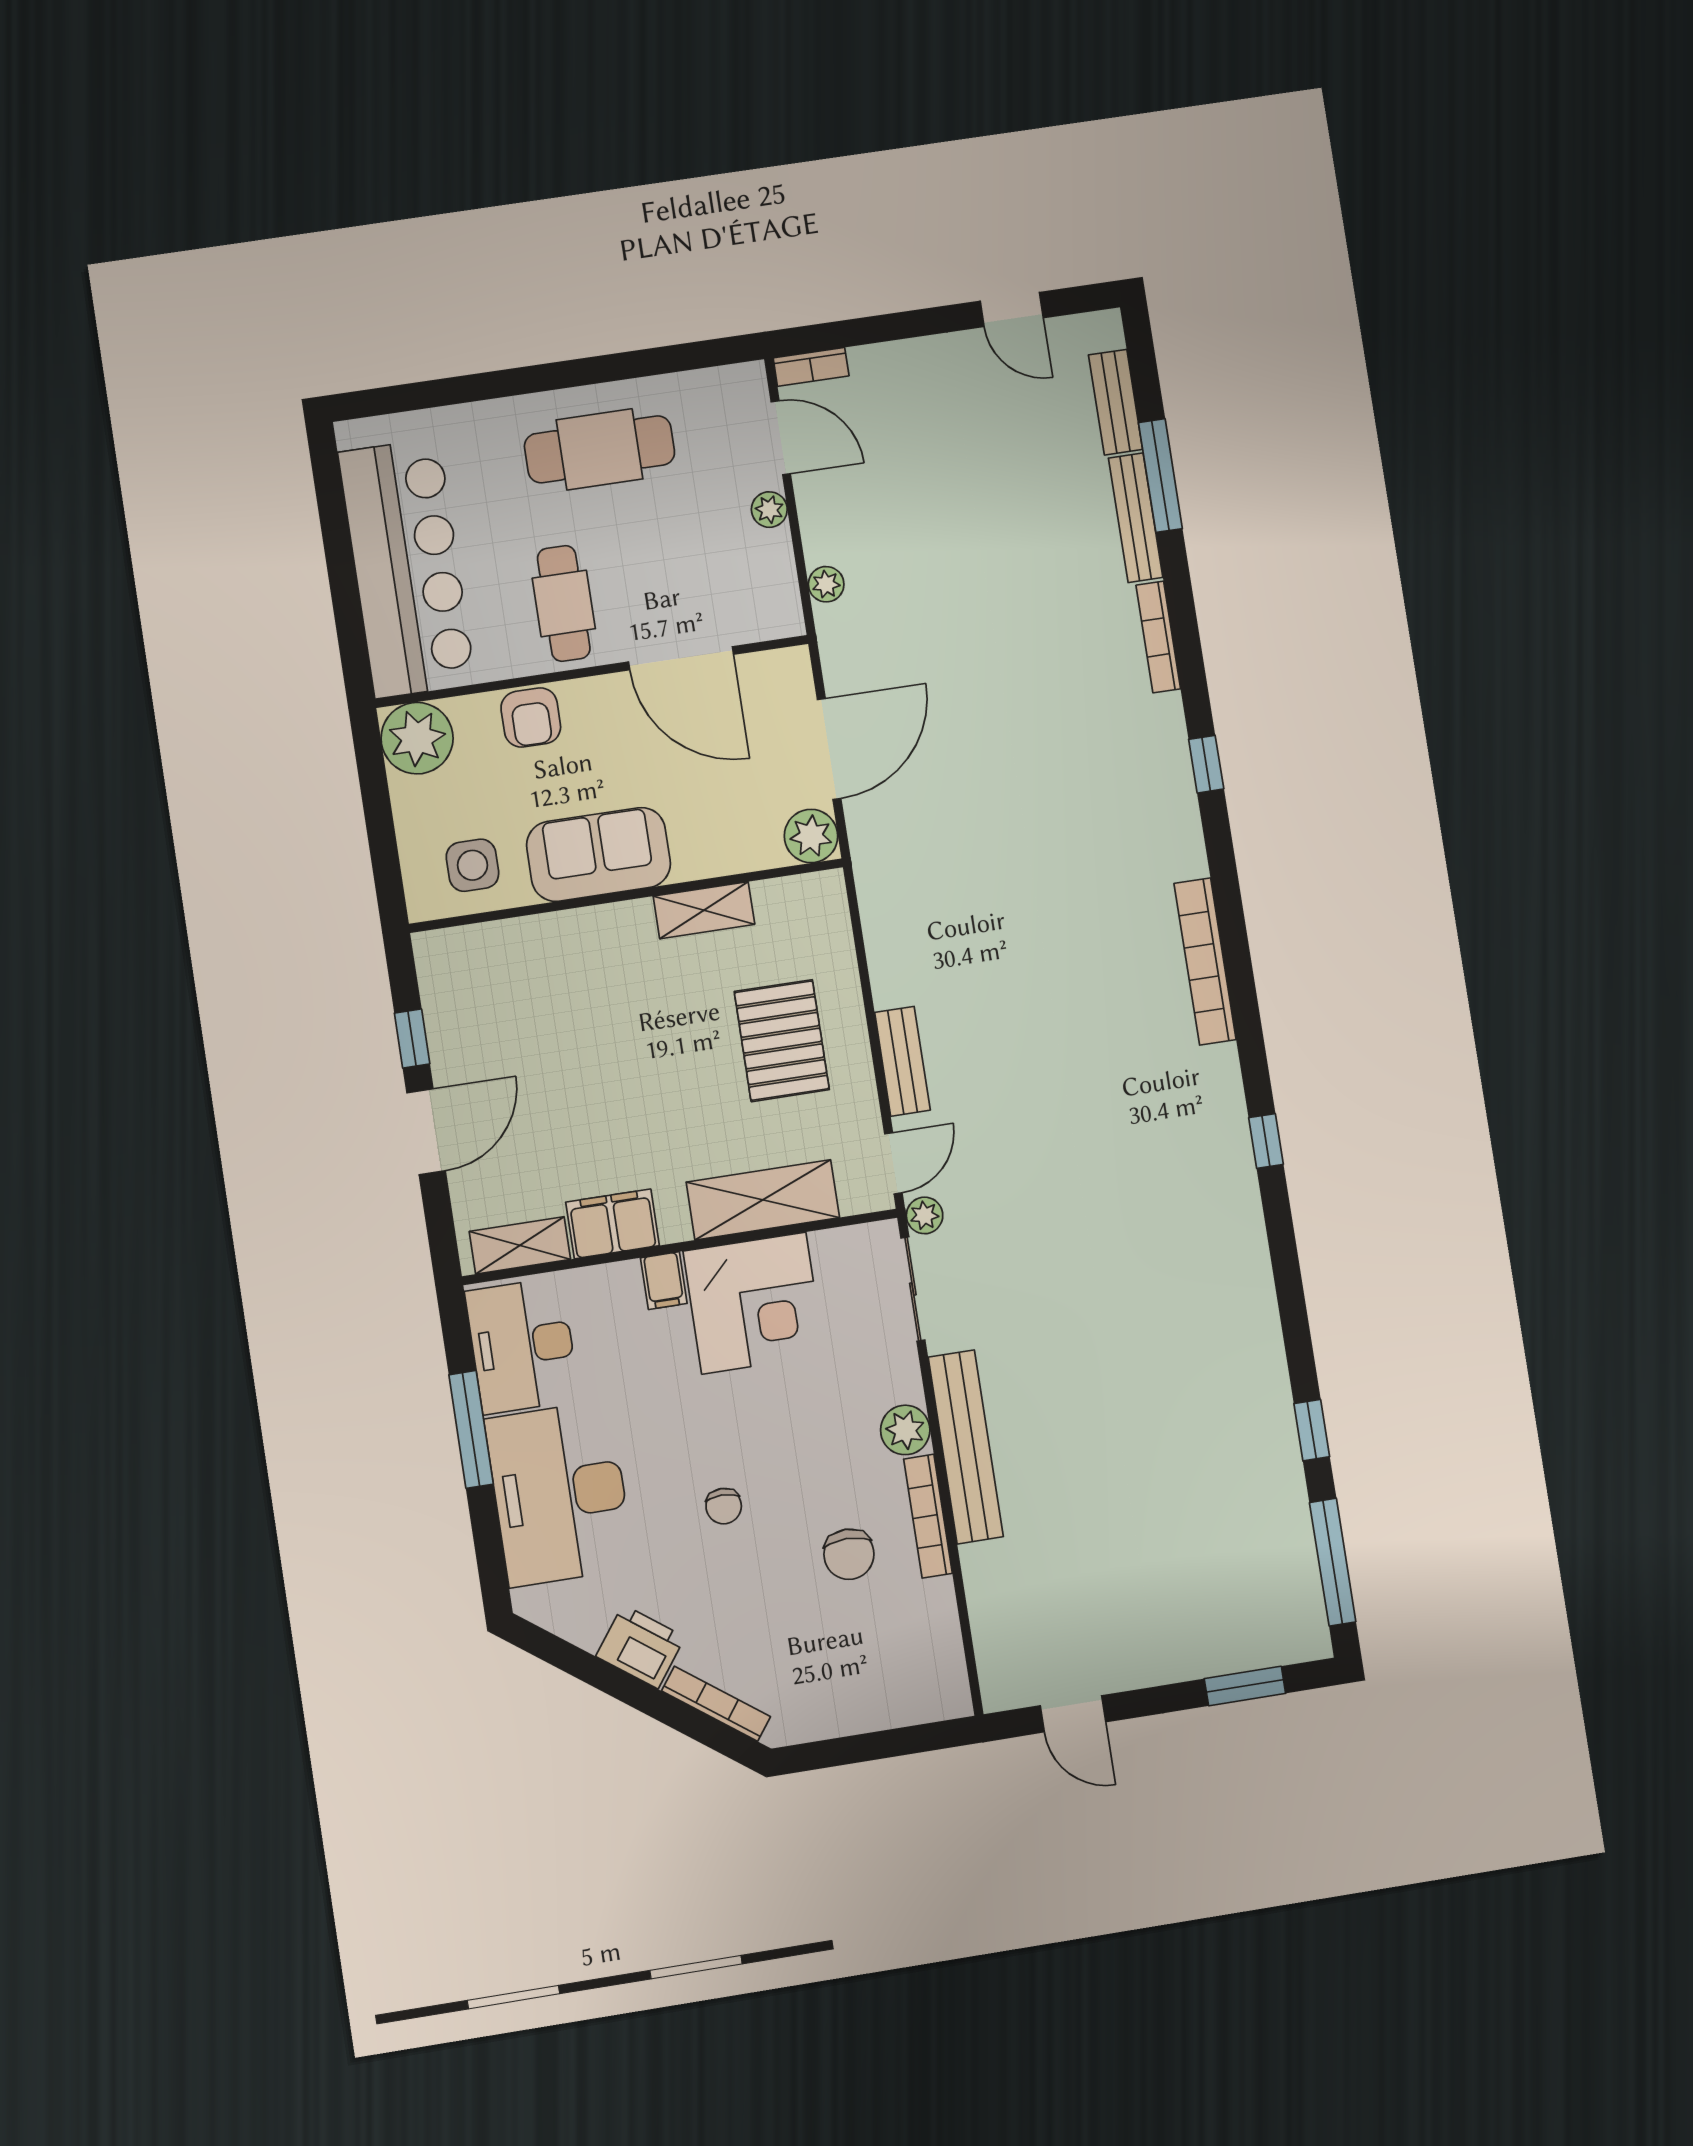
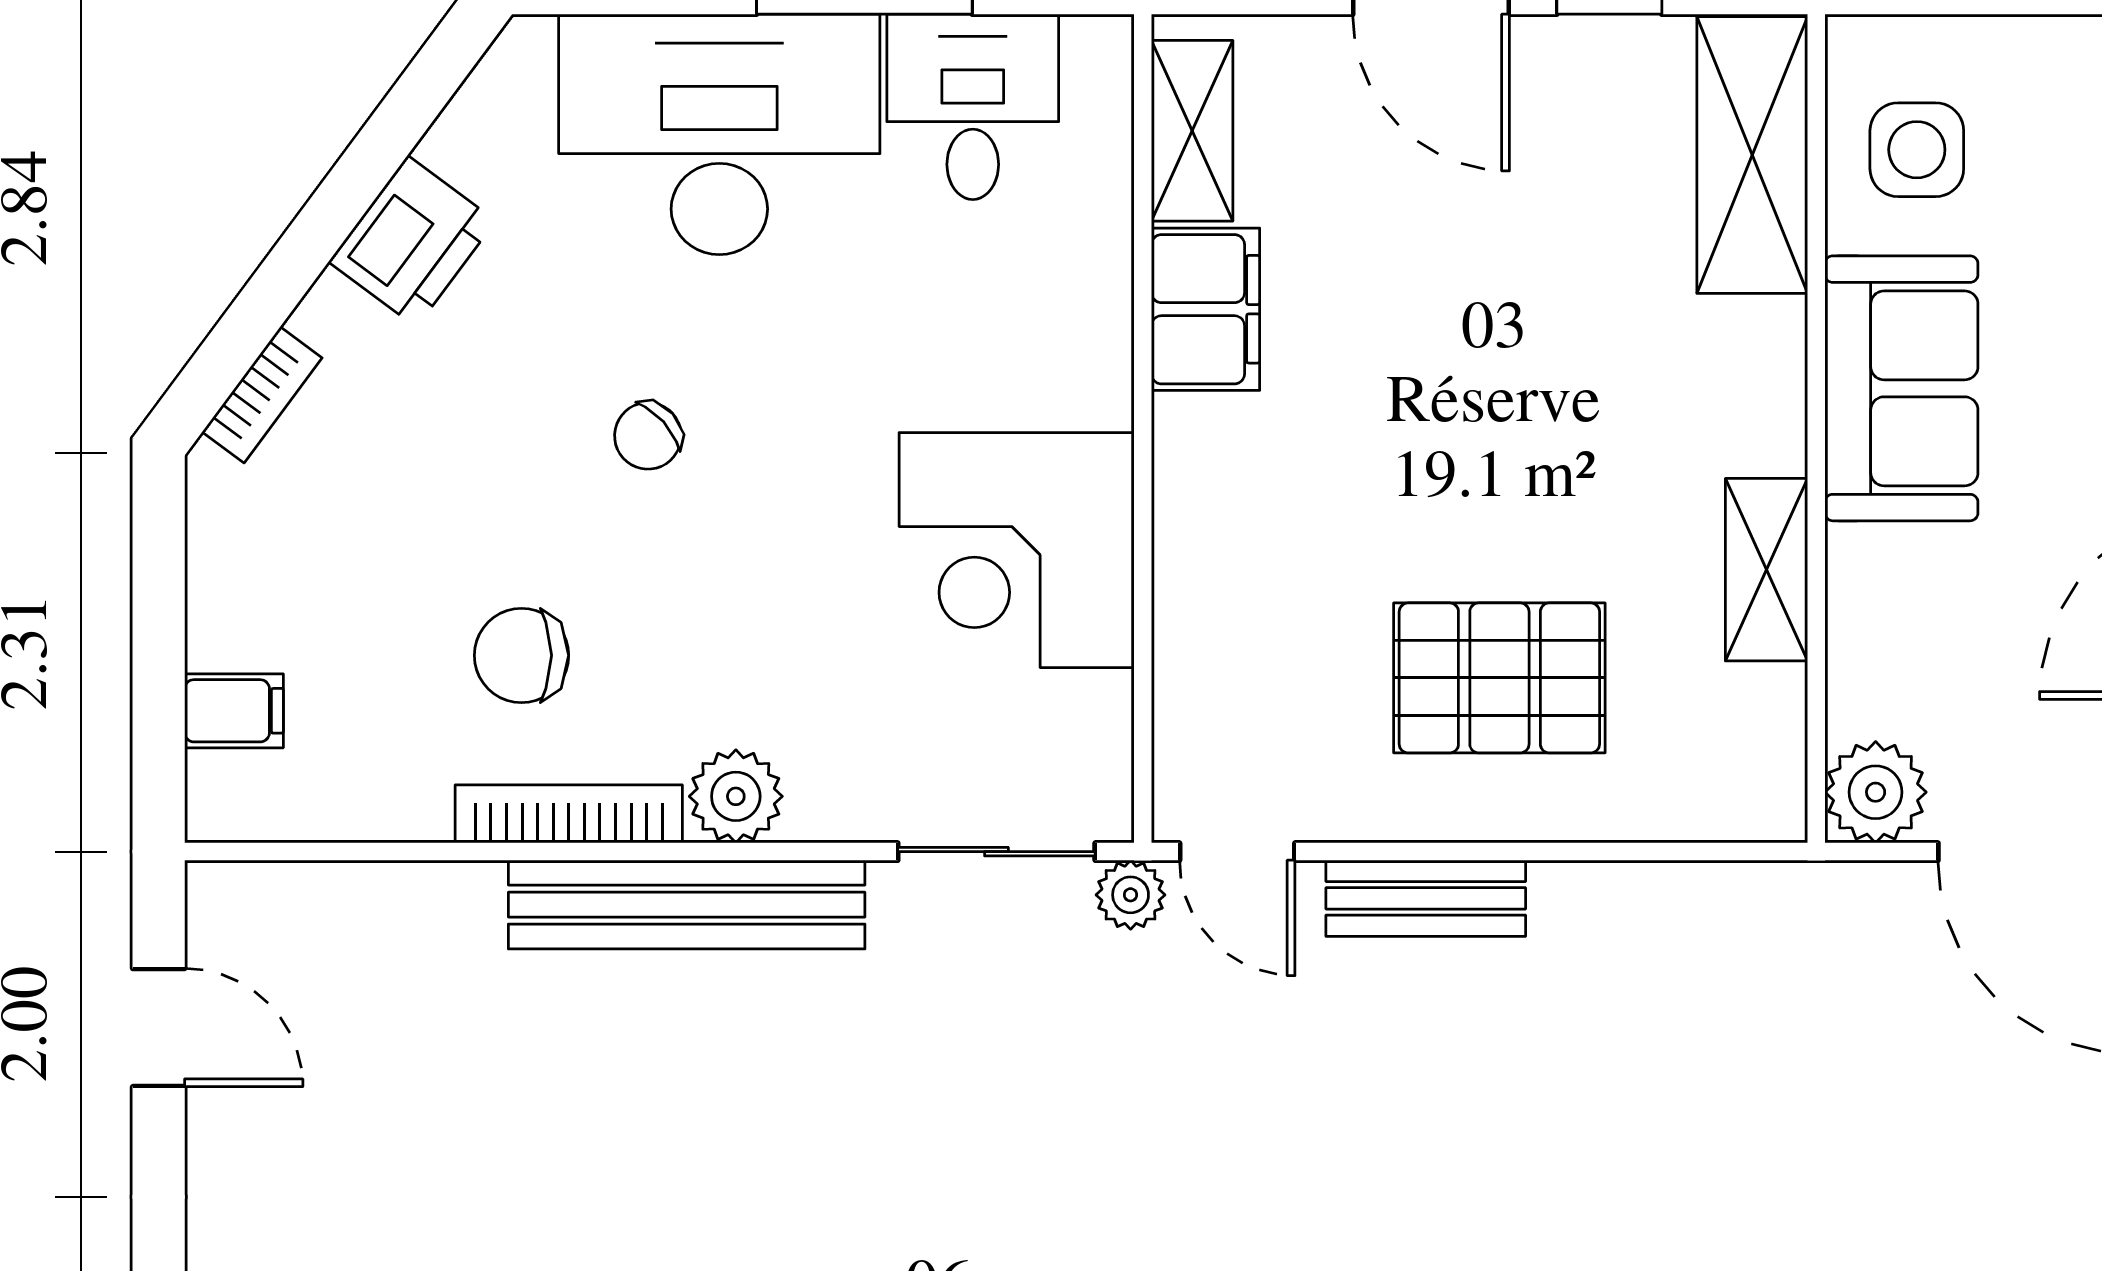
shelving: (763, 1200) -> (1752, 155), moved
filing cabinet: (664, 1281) -> (234, 711), moved, turned 180
desk: (522, 1346) -> (973, 107), width x0.73
chair: (724, 1506) -> (648, 436), turned -42
bookcase: (716, 1704) -> (262, 395), width x0.64
door: (1073, 1714) -> (159, 1028), swing flipped

